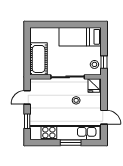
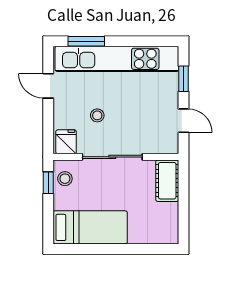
cot: (39, 59) -> (167, 181), width x0.73, depth x0.75
door: (27, 97) -> (183, 121), hinge flipped
window: (71, 143) -> (86, 41), moved

